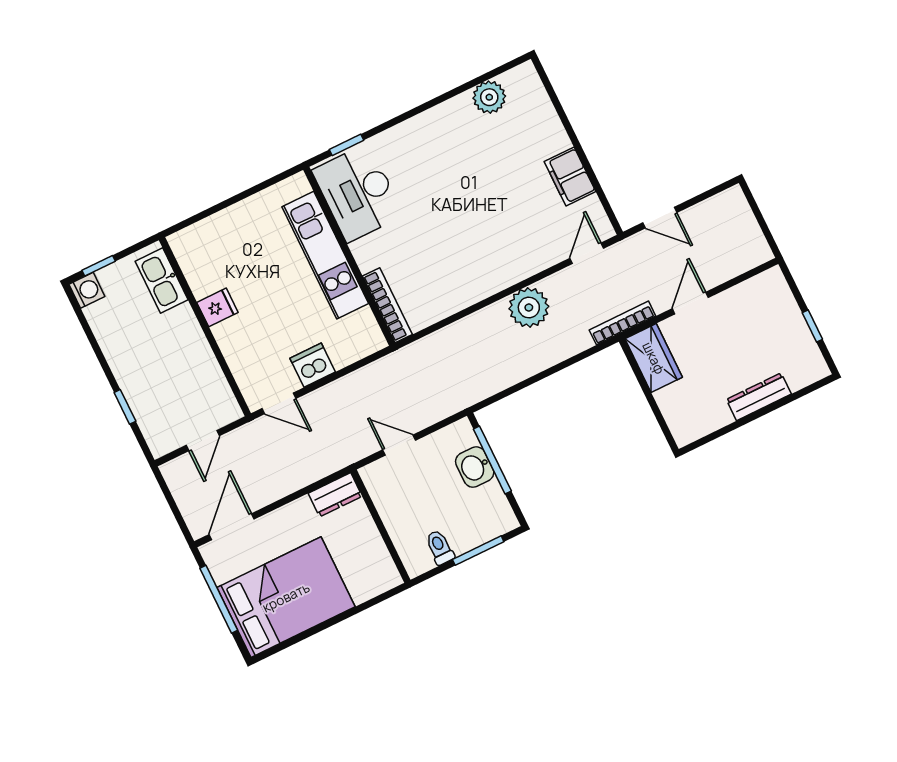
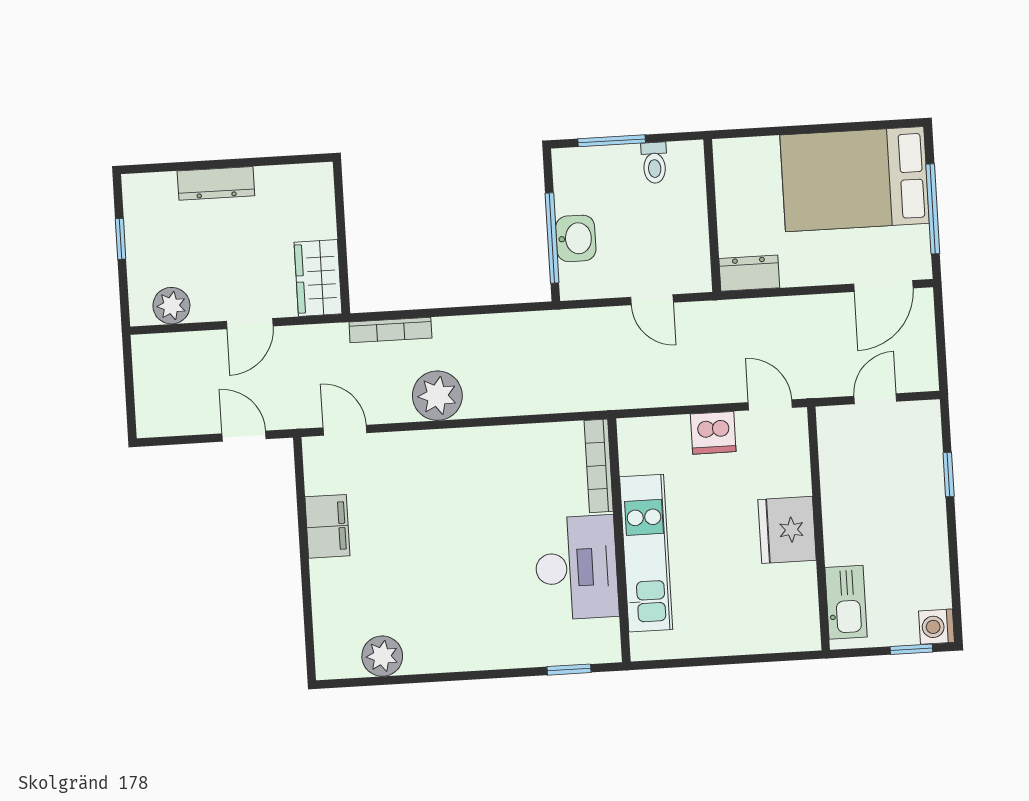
desk: (358, 193) -> (576, 568), moved
door: (587, 253) -> (345, 430), swing flipped
plant: (754, 292) -> (171, 306), added
fridge: (217, 307) -> (787, 530), width x1.88, depth x1.34
bookcase: (622, 323) -> (390, 330), moved

